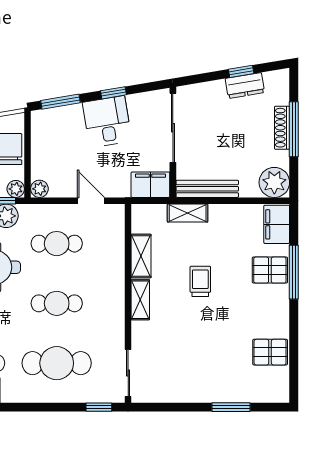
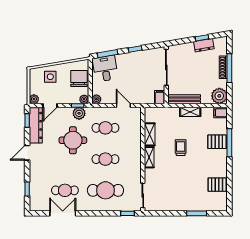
desk: (107, 122) -> (105, 69), moved
filing cabinet: (150, 185) -> (160, 97), width x0.50
shelving: (188, 213) -> (190, 112), moved
filing cabinet: (277, 224) -> (221, 113), width x0.50

